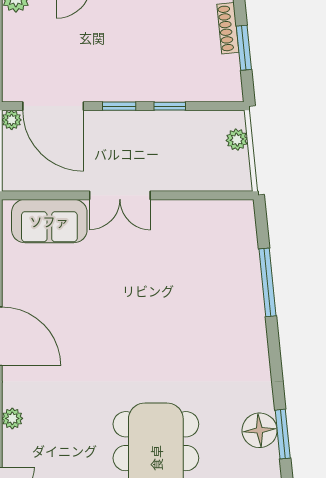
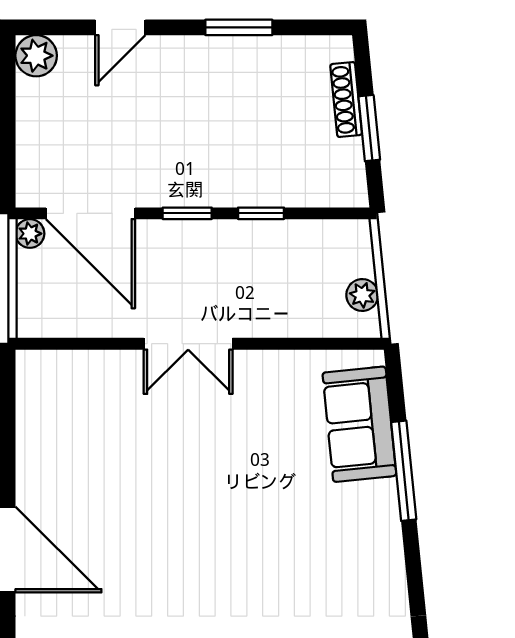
plant: (237, 140) -> (362, 295), moved
sofa: (49, 221) -> (359, 424), moved, turned 84

